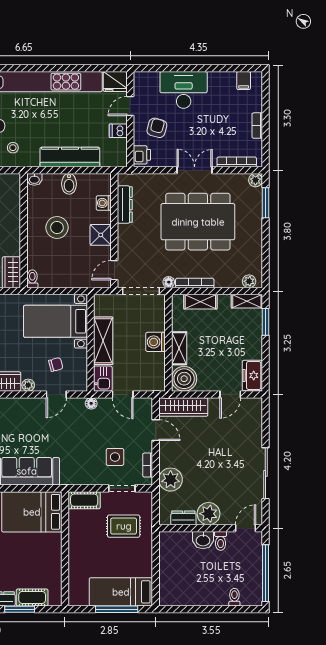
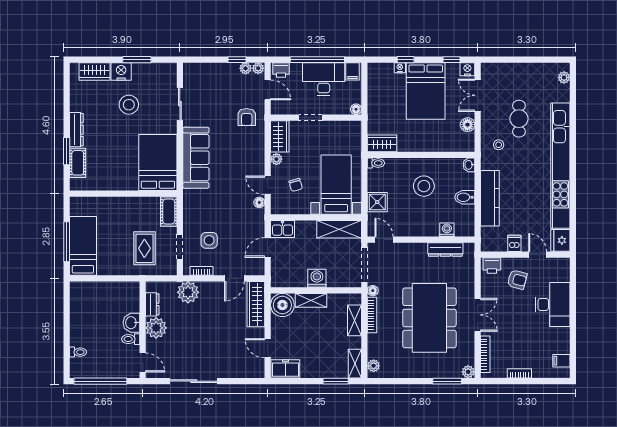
shower: (101, 235) -> (377, 202), moved
shelving: (103, 341) -> (339, 229), moved
floor lamp: (91, 403) -> (259, 202), moved

